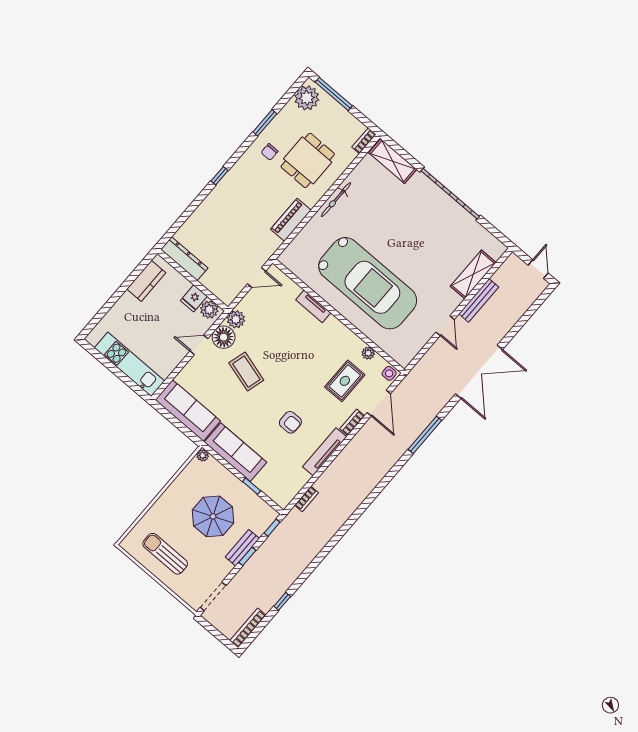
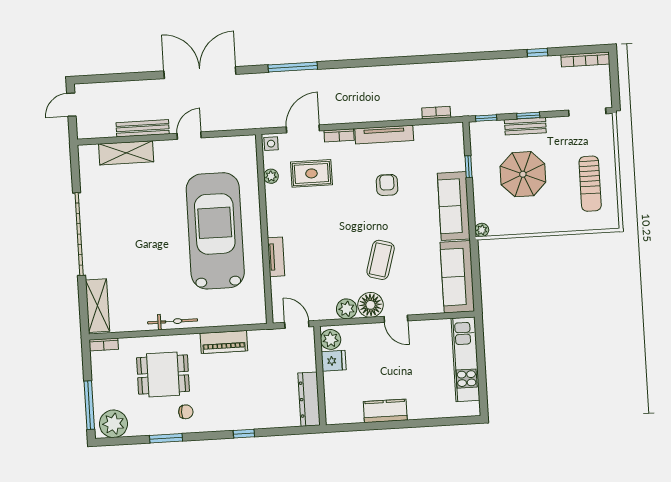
dresser: (184, 259) -> (309, 399), moved
wall: (193, 280) -> (320, 376), moved
fridge: (194, 298) -> (334, 361), moved
plant: (209, 310) -> (331, 339), moved

